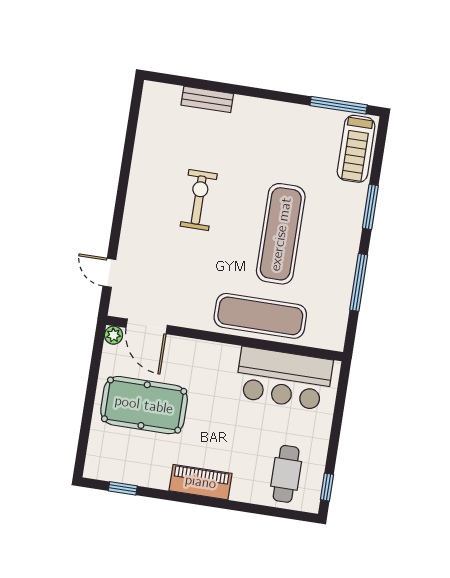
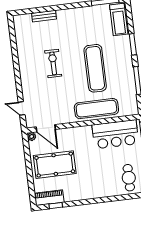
piano: (201, 482) -> (49, 198), moved

